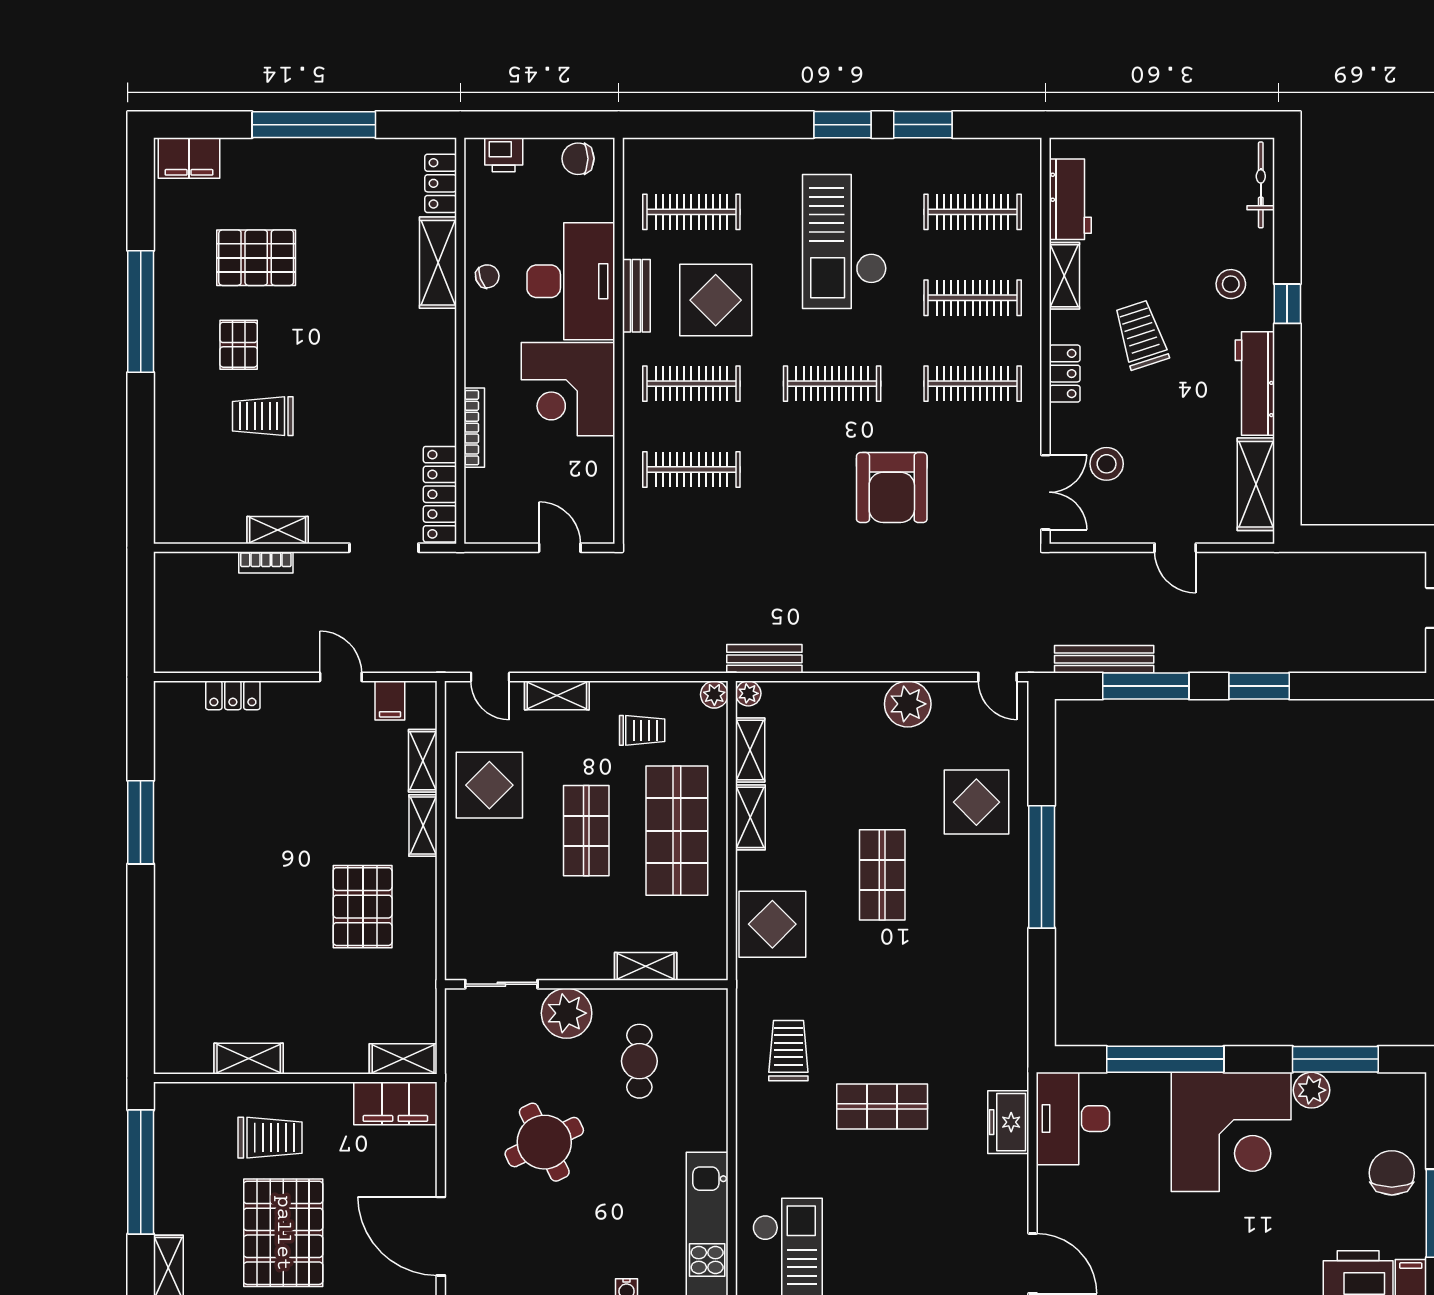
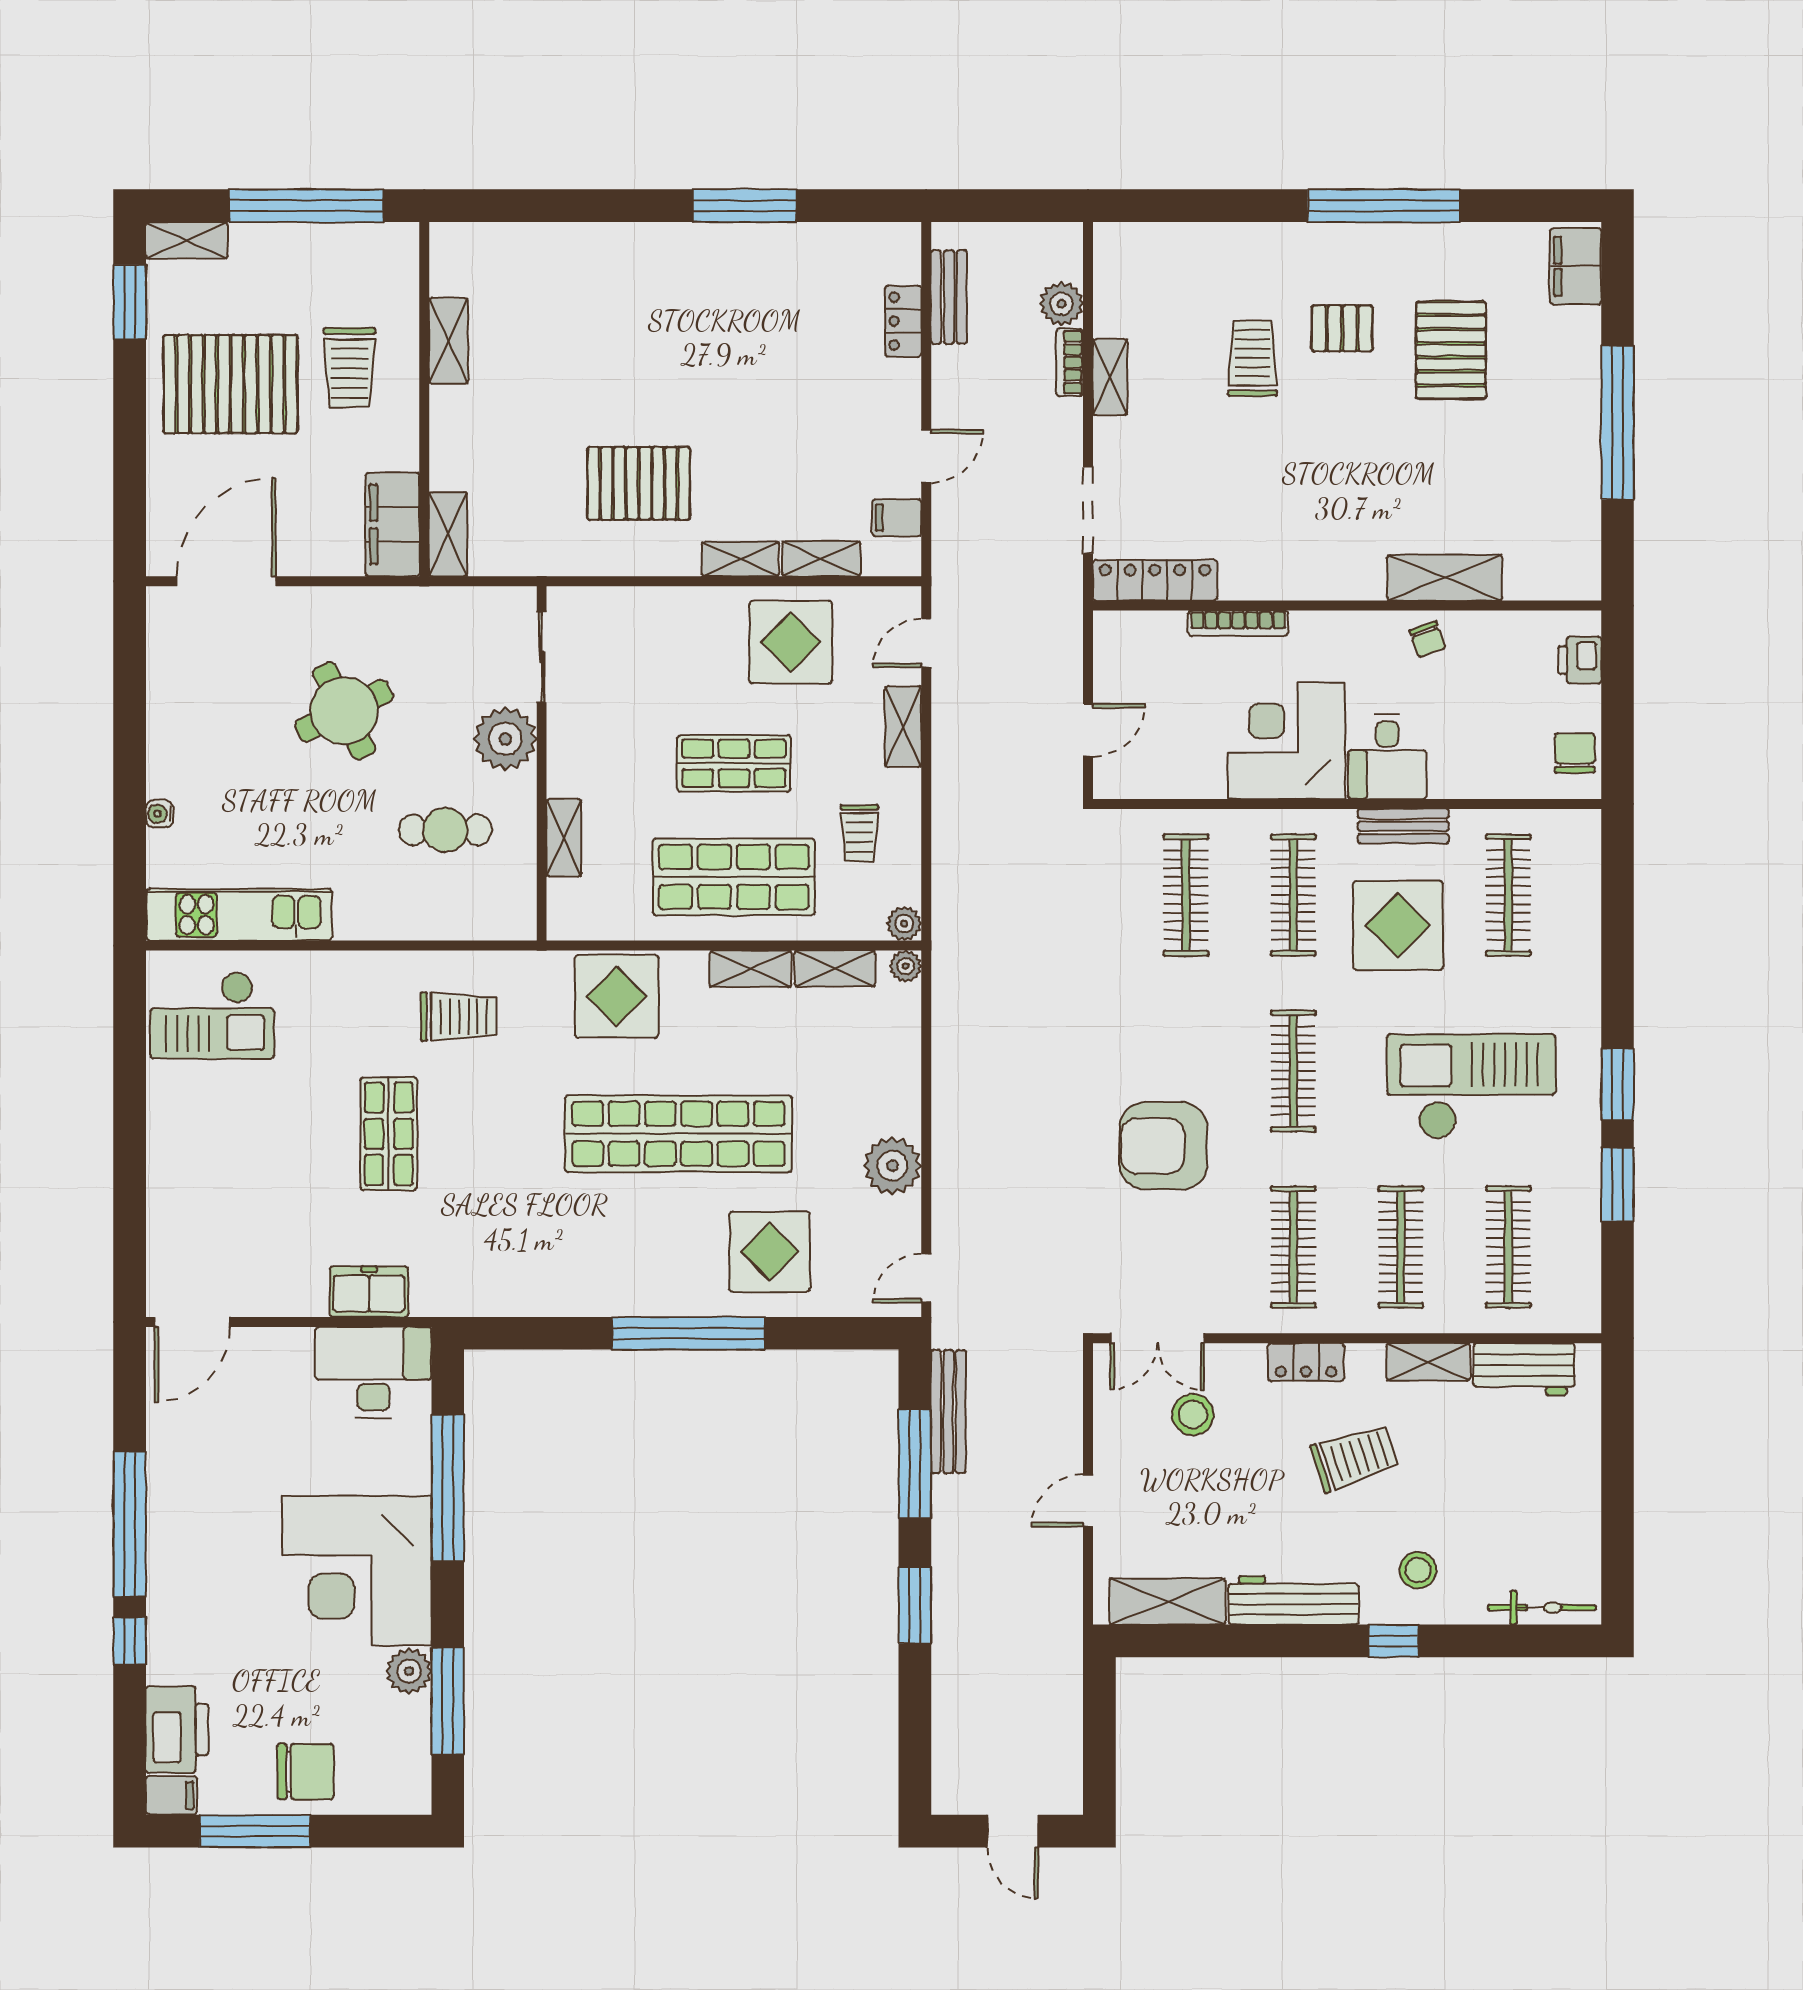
locker: (441, 183) -> (1544, 581), removed
desk: (571, 281) -> (1387, 757), width x0.53, depth x0.77
plant: (219, 569) -> (1062, 304), added
bench: (764, 659) -> (949, 297), moved
shop shelf: (882, 875) -> (678, 1134), width x2.00, depth x1.36

